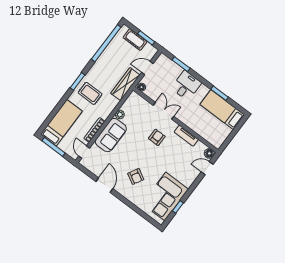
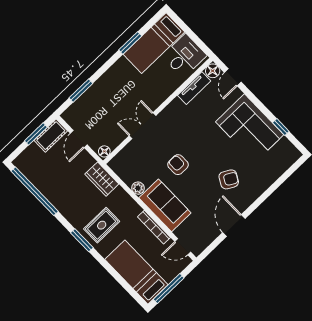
cot: (135, 40) -> (51, 136), moved
wardrobe: (125, 84) -> (102, 179), width x0.67
desk: (186, 86) -> (184, 56), moved, turned 90
tv unit: (186, 136) -> (194, 88), moved
armchair: (157, 137) -> (178, 165), moved
door: (104, 185) -> (234, 226), hinge flipped
corner sofa: (165, 196) -> (250, 128), moved

